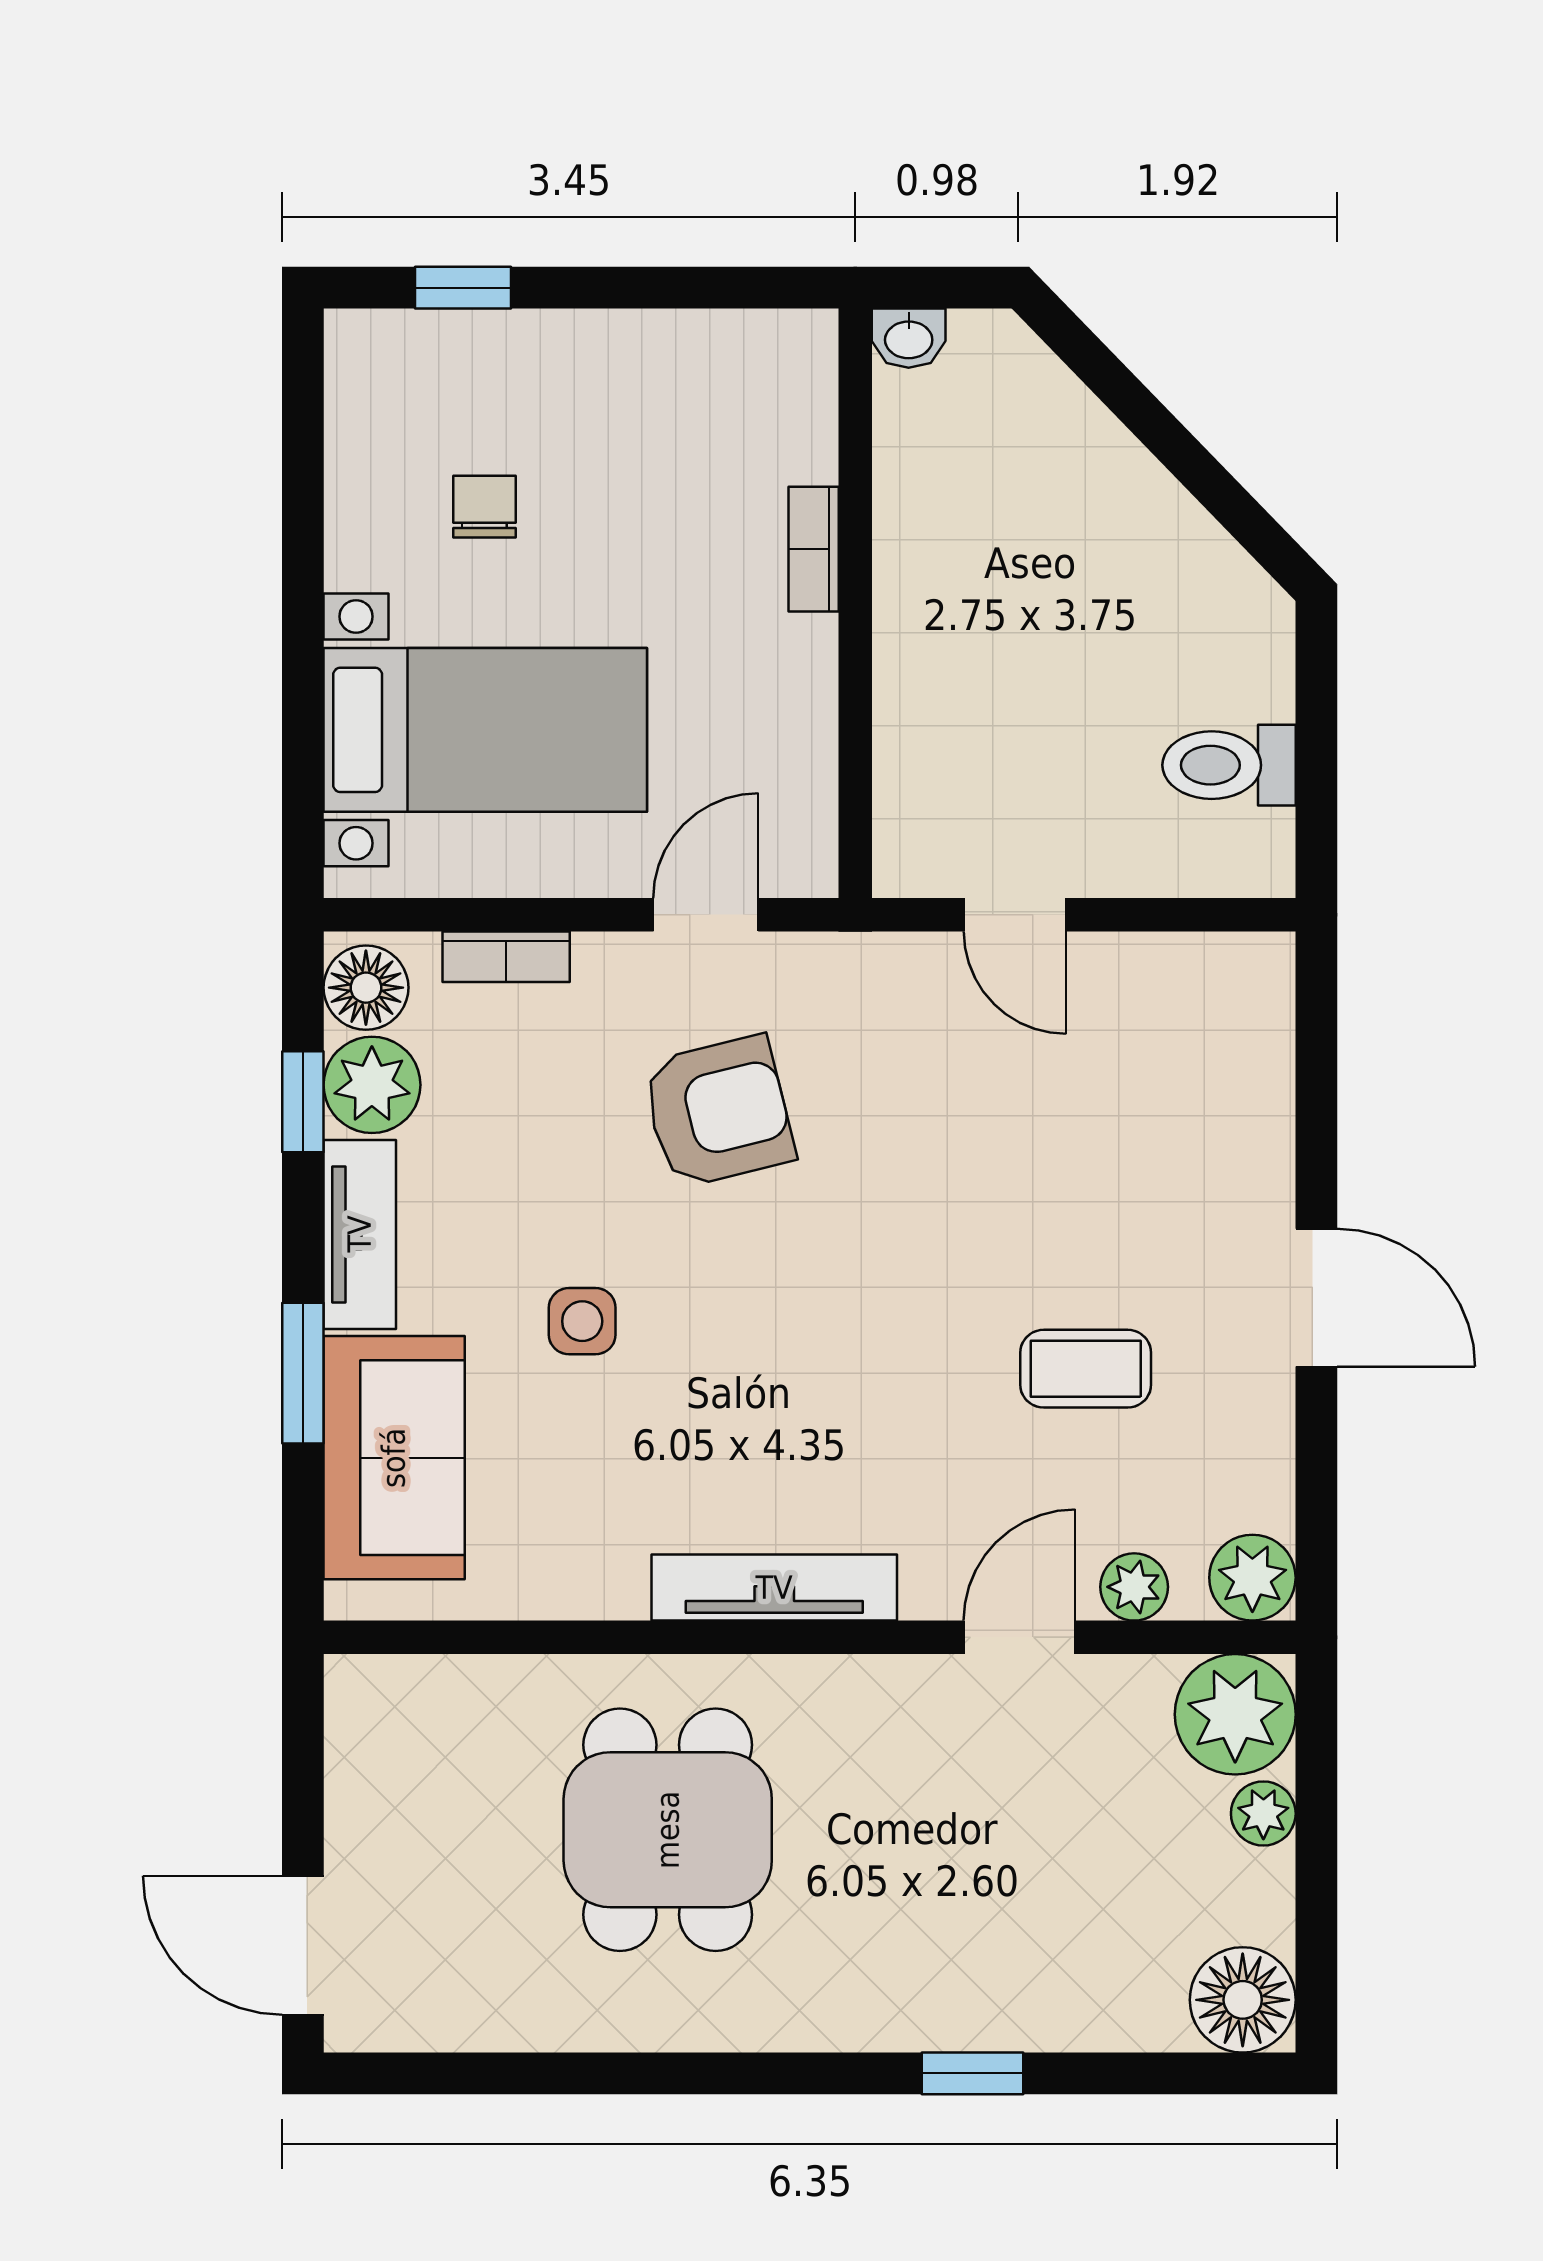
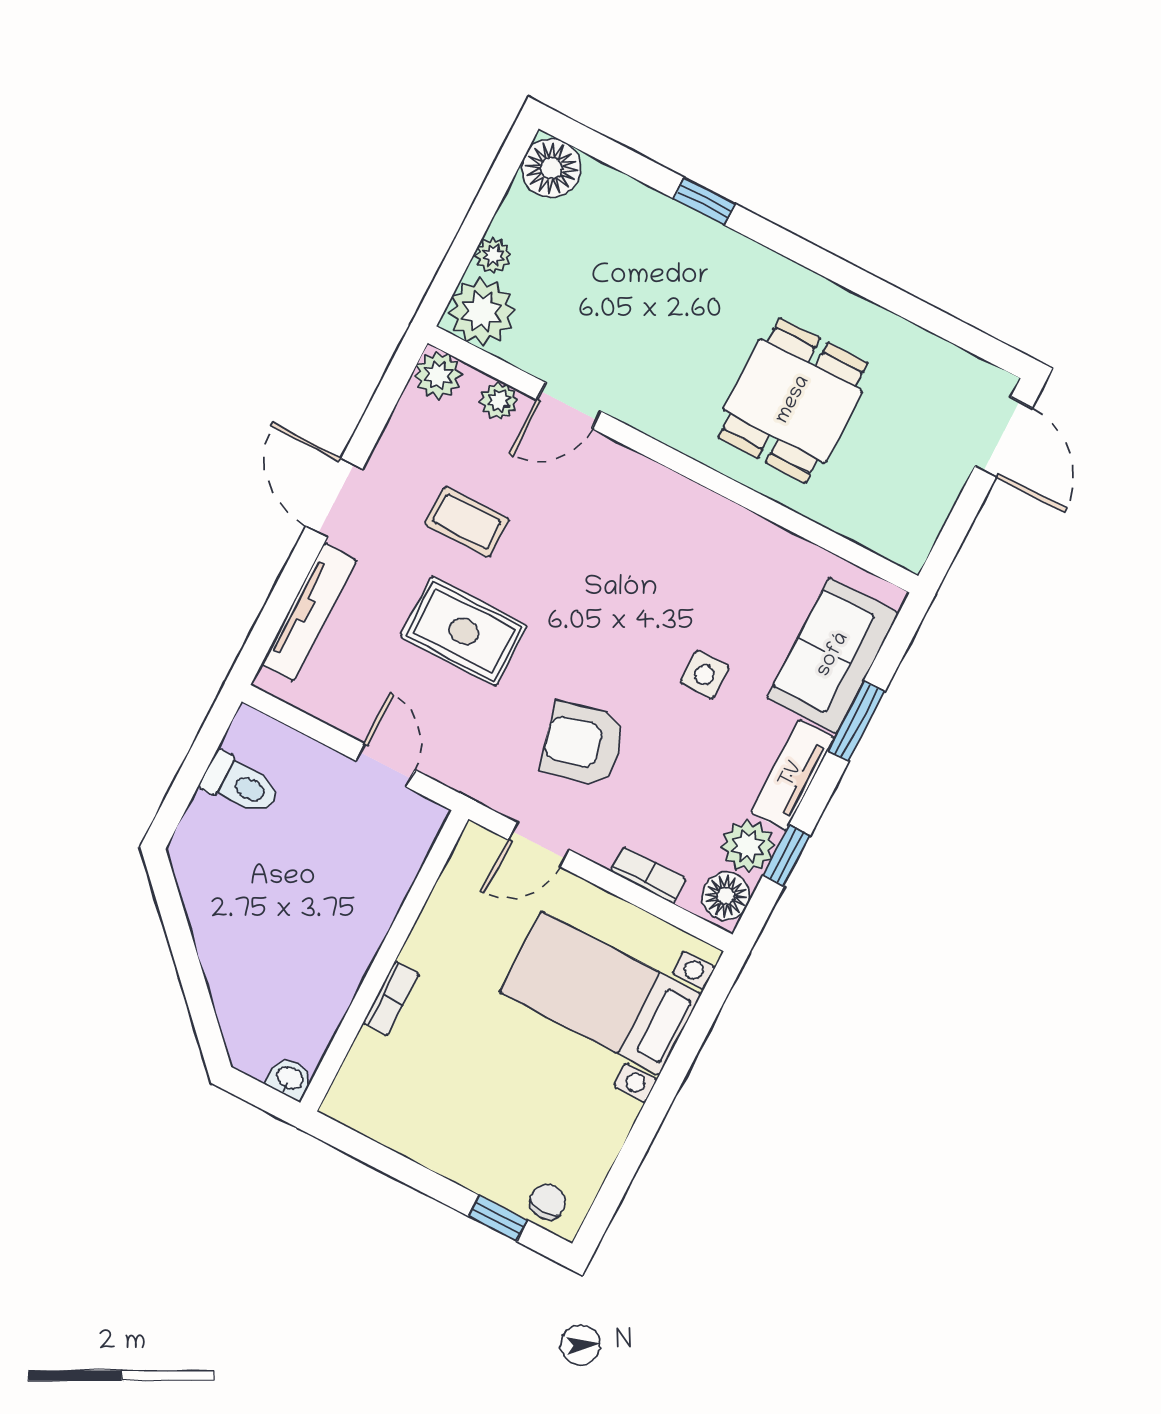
chair: (484, 507) -> (548, 1202), moved, turned 180
rug: (1000, 1192) -> (464, 631), added
tv unit: (774, 1588) -> (309, 612), moved, turned -90

